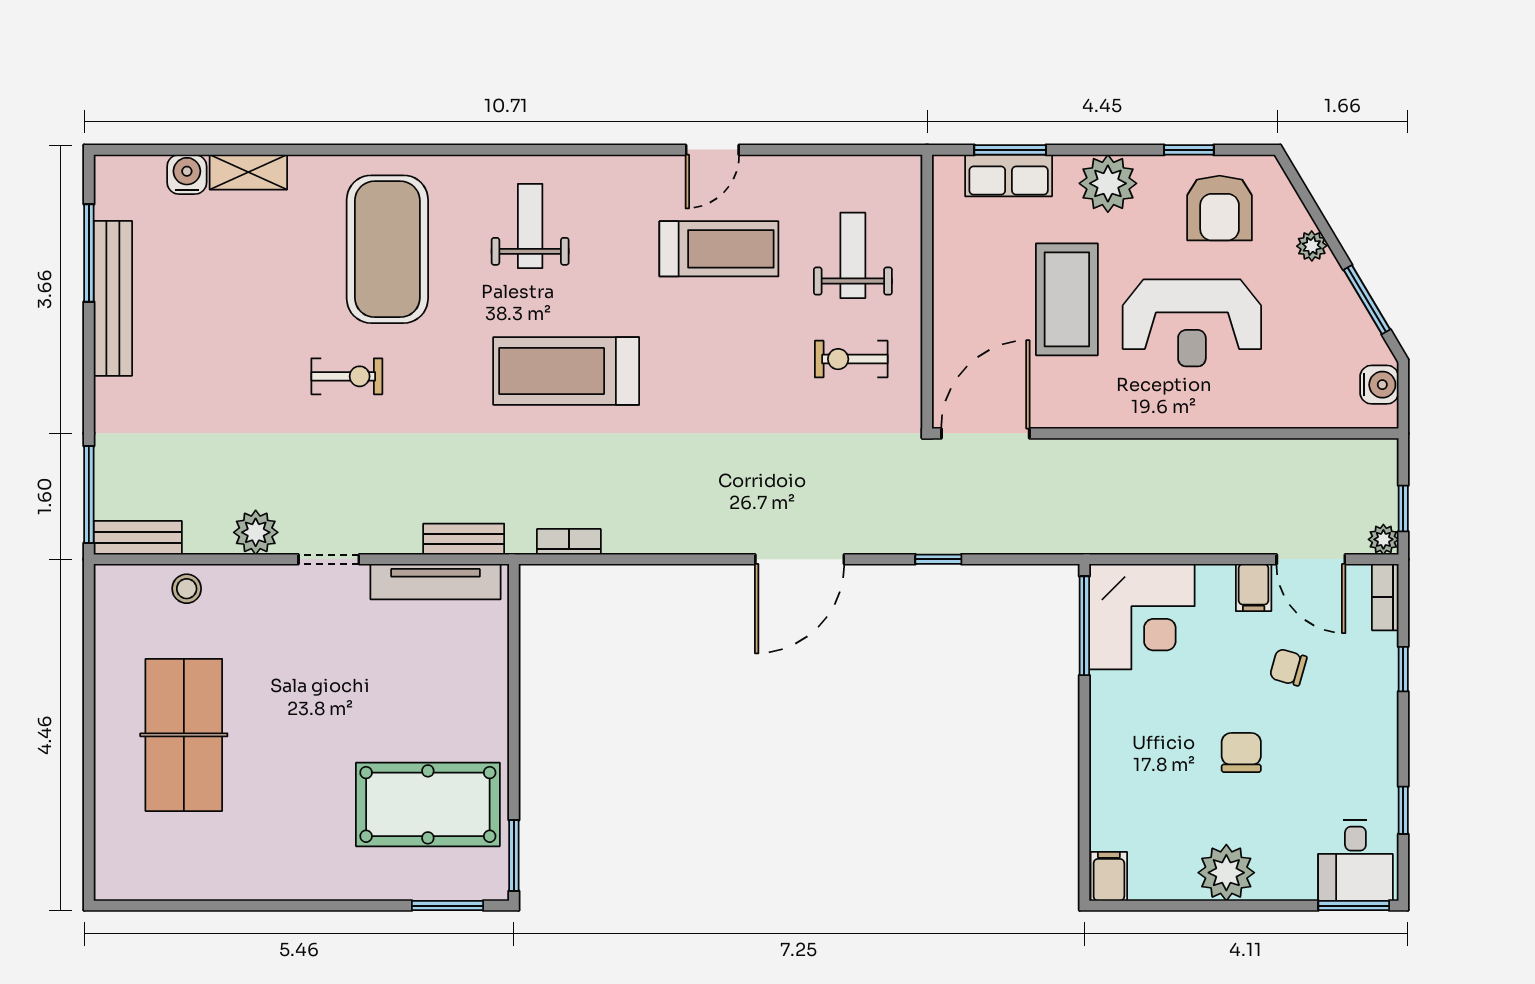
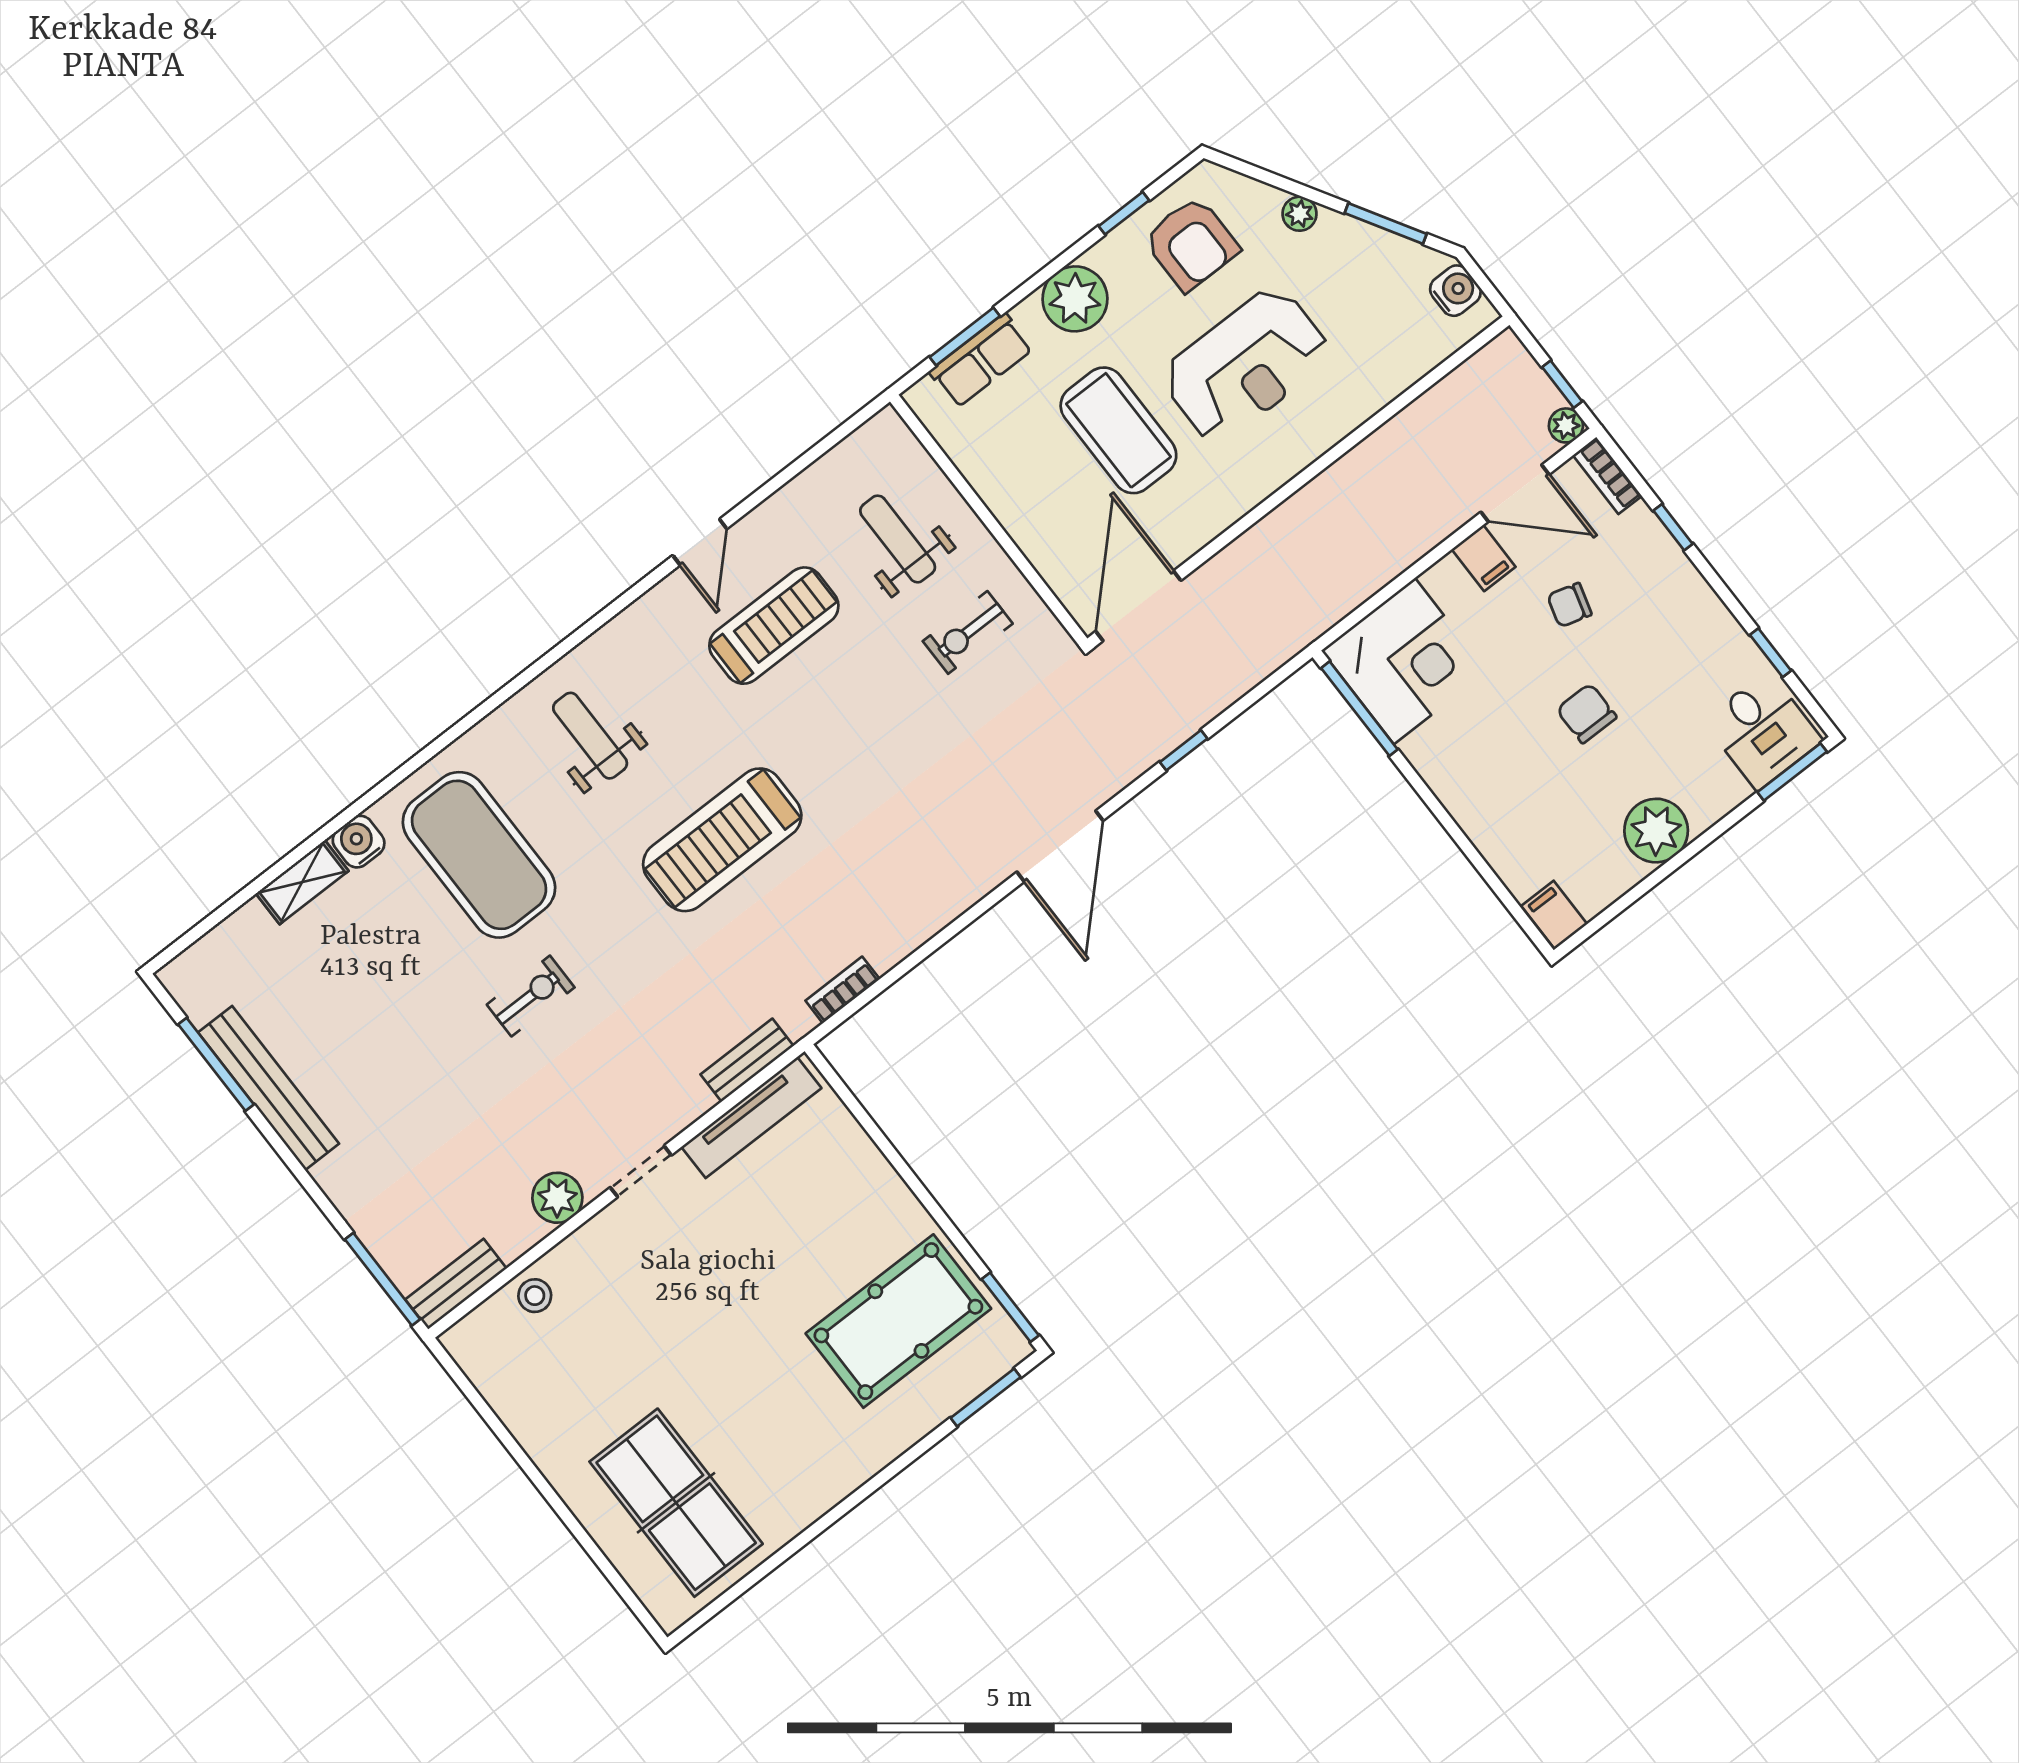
water cooler: (187, 174) -> (359, 842), moved
table tennis table: (184, 735) -> (676, 1503), moved

